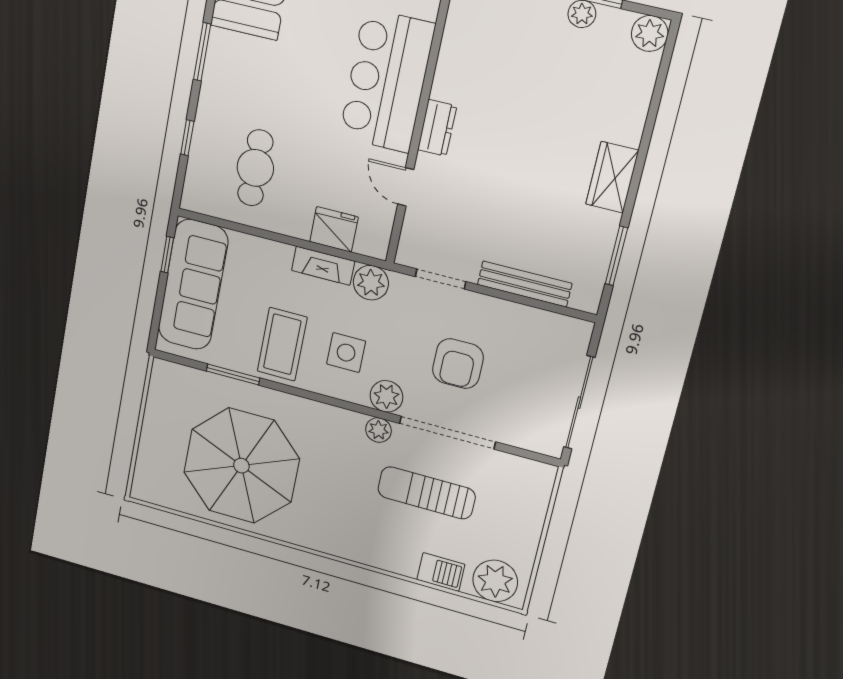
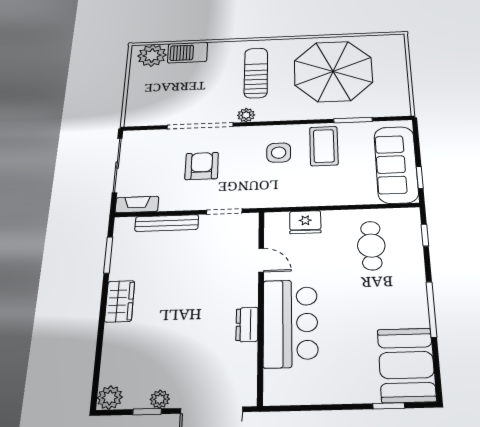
window: (202, 52) -> (431, 309), width x1.44
dresser: (437, 128) -> (247, 324), moved
window: (187, 138) -> (425, 235), moved
fireplace: (323, 266) -> (137, 204), moved
plant: (371, 283) -> (272, 197), removed
plant: (386, 396) -> (245, 135), removed
sun lounger: (426, 493) -> (256, 73), moved, turned -90
barbecue: (441, 572) -> (188, 53), width x1.38, depth x1.27

